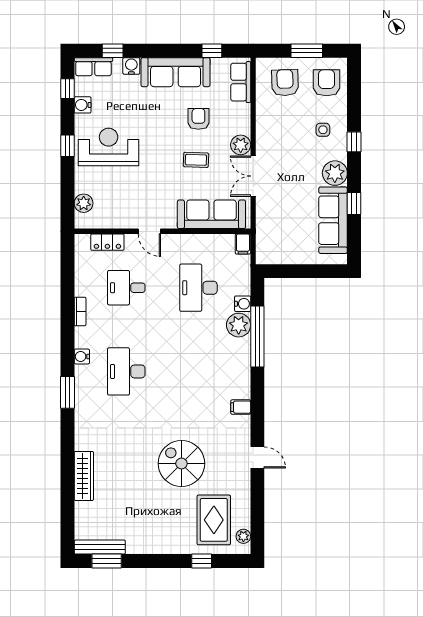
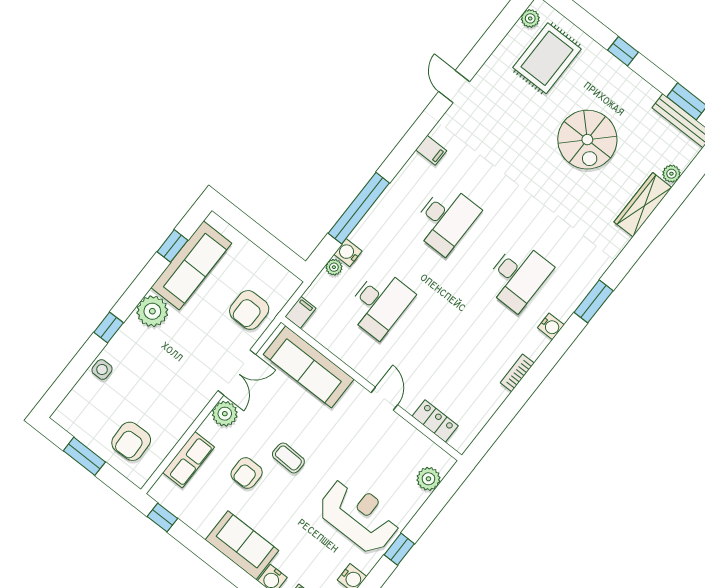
window: (212, 51) -> (162, 517), moved
sofa: (176, 72) -> (242, 545), width x0.73
row of seats: (241, 82) -> (189, 460), moved
armchair: (327, 83) -> (249, 310), moved
side table: (323, 130) -> (102, 370), moved
reception desk: (109, 147) -> (359, 516), turned 180
coffee table: (196, 160) -> (288, 458), moved
window: (354, 204) -> (172, 246), moved
desk: (126, 288) -> (445, 219), moved, width x1.37
plant: (239, 325) -> (334, 267), moved, width x0.53, depth x0.53
spiral stairs: (181, 464) -> (587, 140), moved
plant: (81, 509) -> (671, 174), added
window: (202, 561) -> (623, 51), moved

